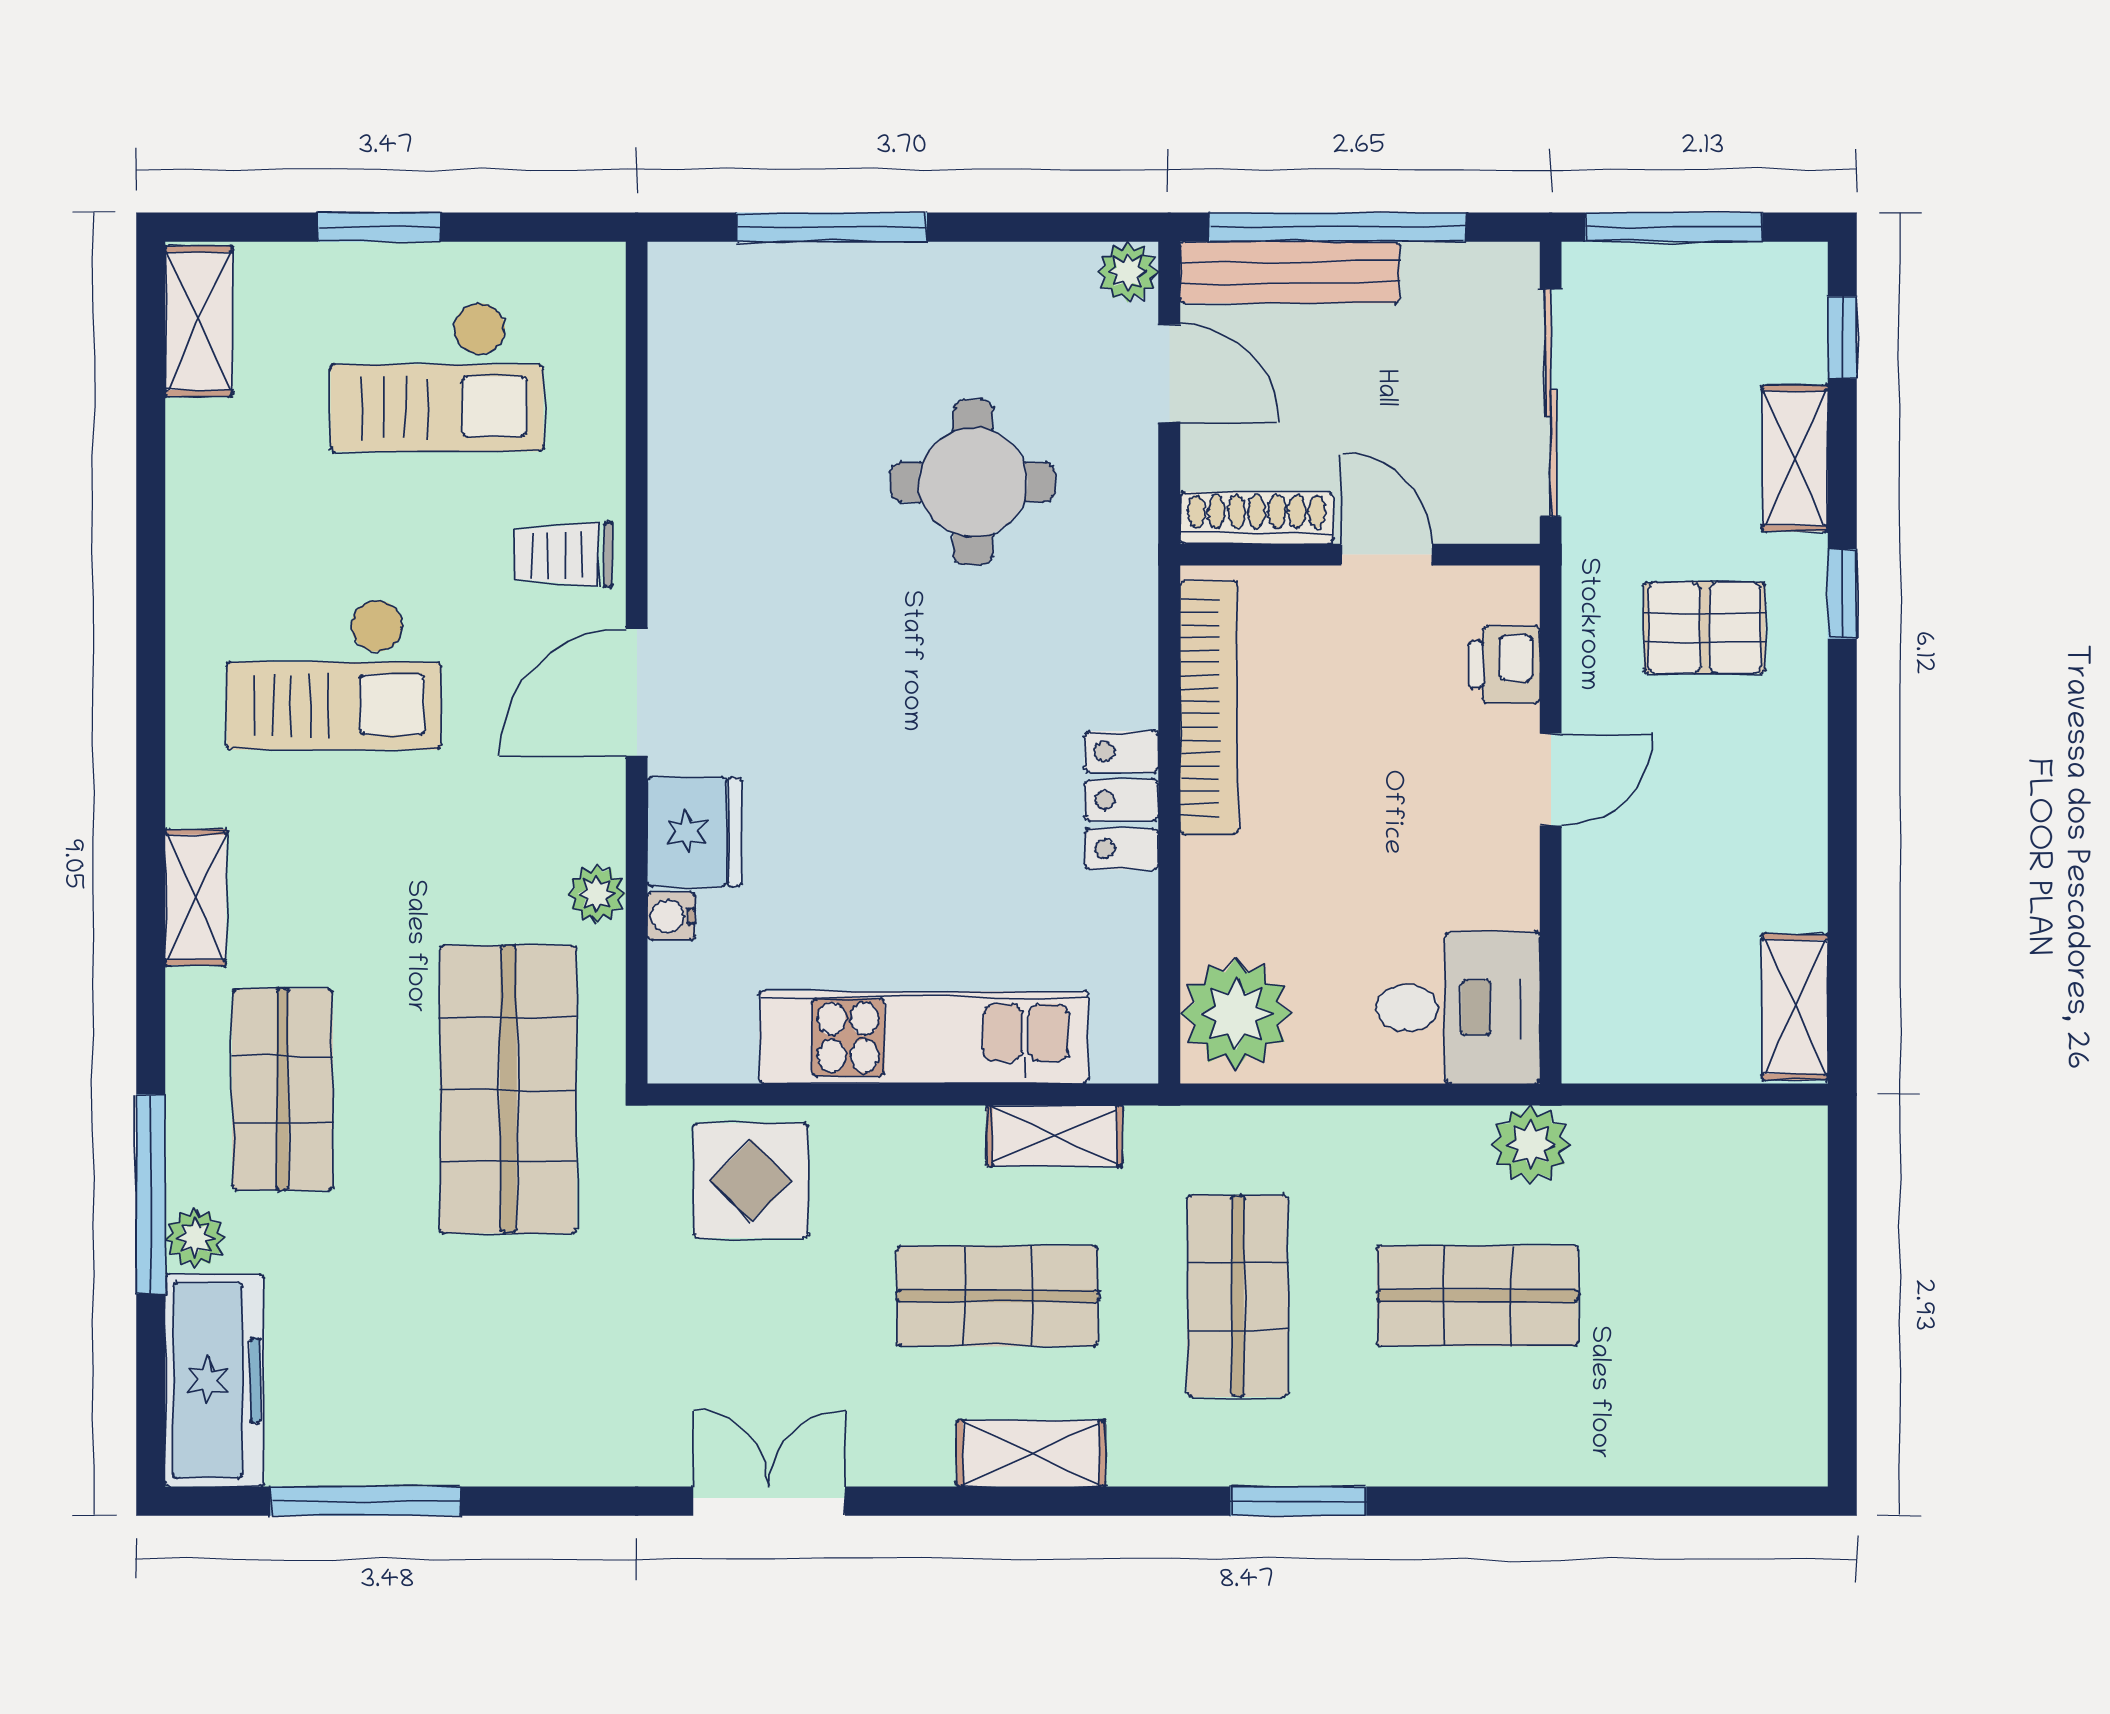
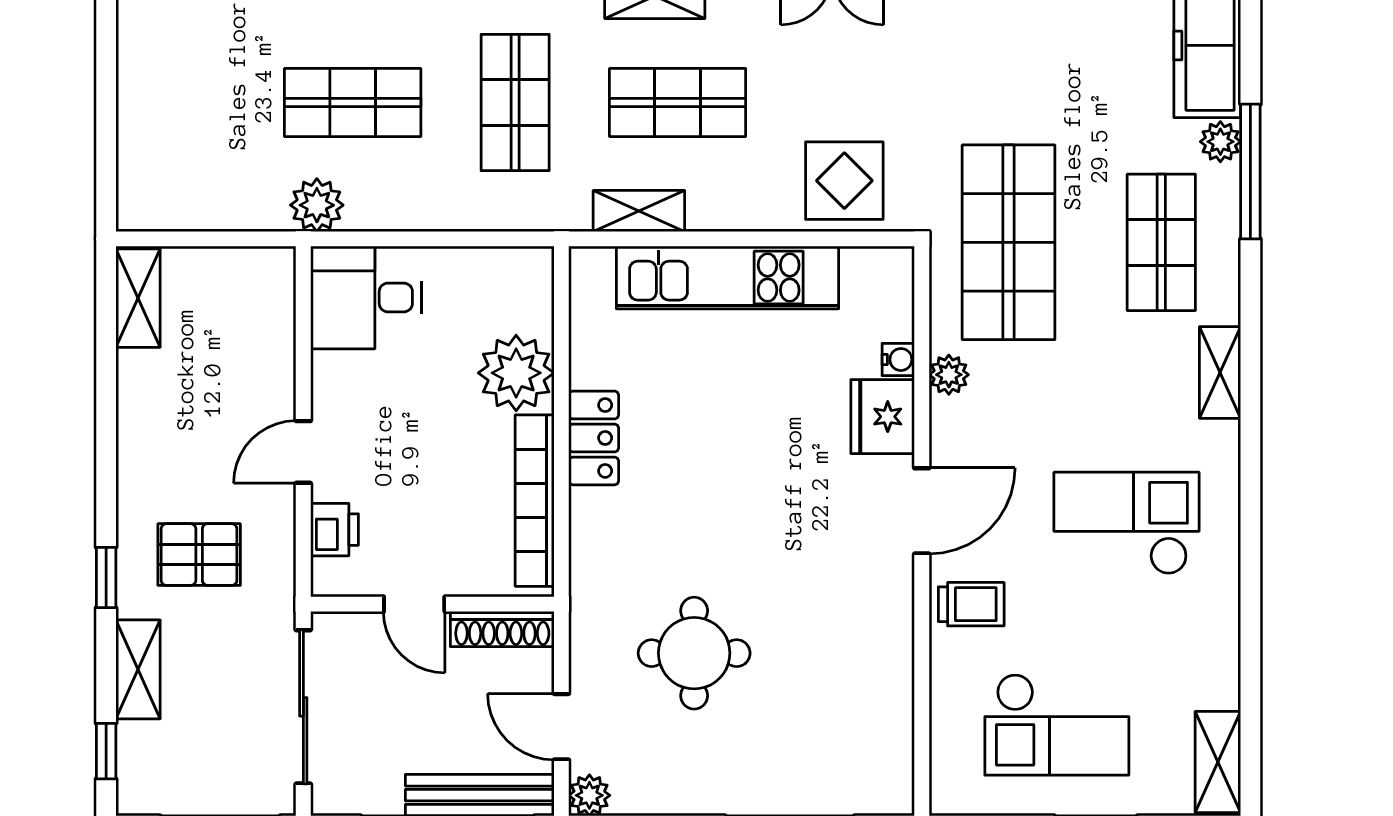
checkout: (437, 377) -> (1057, 725), turned 180
plant: (1236, 1014) -> (516, 373), moved

